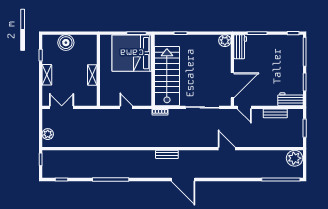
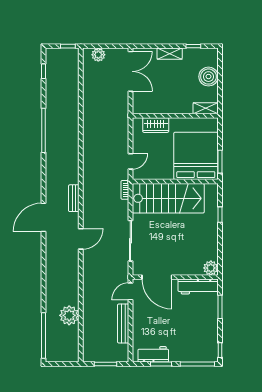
workbench: (240, 47) -> (198, 287), width x1.38
shelving: (92, 75) -> (206, 108), moved
wardrobe: (106, 86) -> (156, 125), added
workbench: (290, 99) -> (153, 354), moved, turned -90
double door: (62, 107) -> (130, 71), width x1.37
door: (126, 107) -> (130, 161), moved
bench: (275, 113) -> (123, 323), width x1.36
door: (227, 149) -> (81, 239), moved
plant: (295, 158) -> (69, 315), moved

